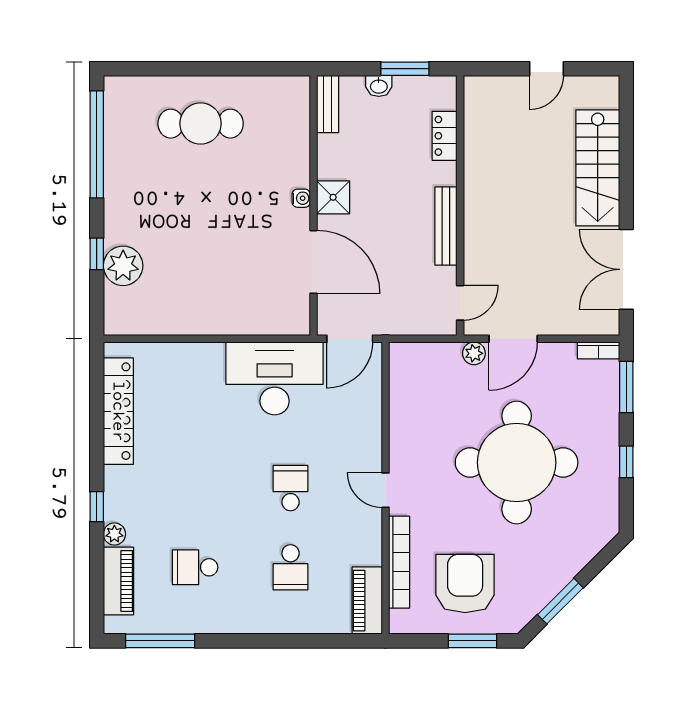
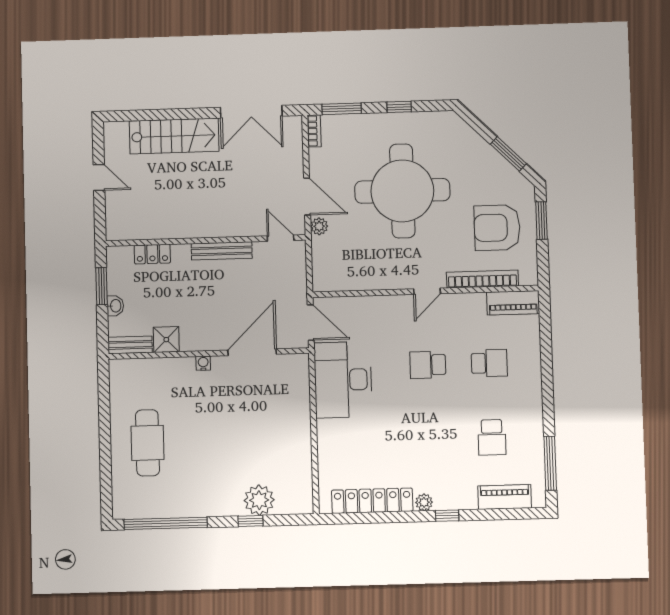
shower: (333, 197) -> (166, 340), moved
plant: (114, 534) -> (424, 502), moved

